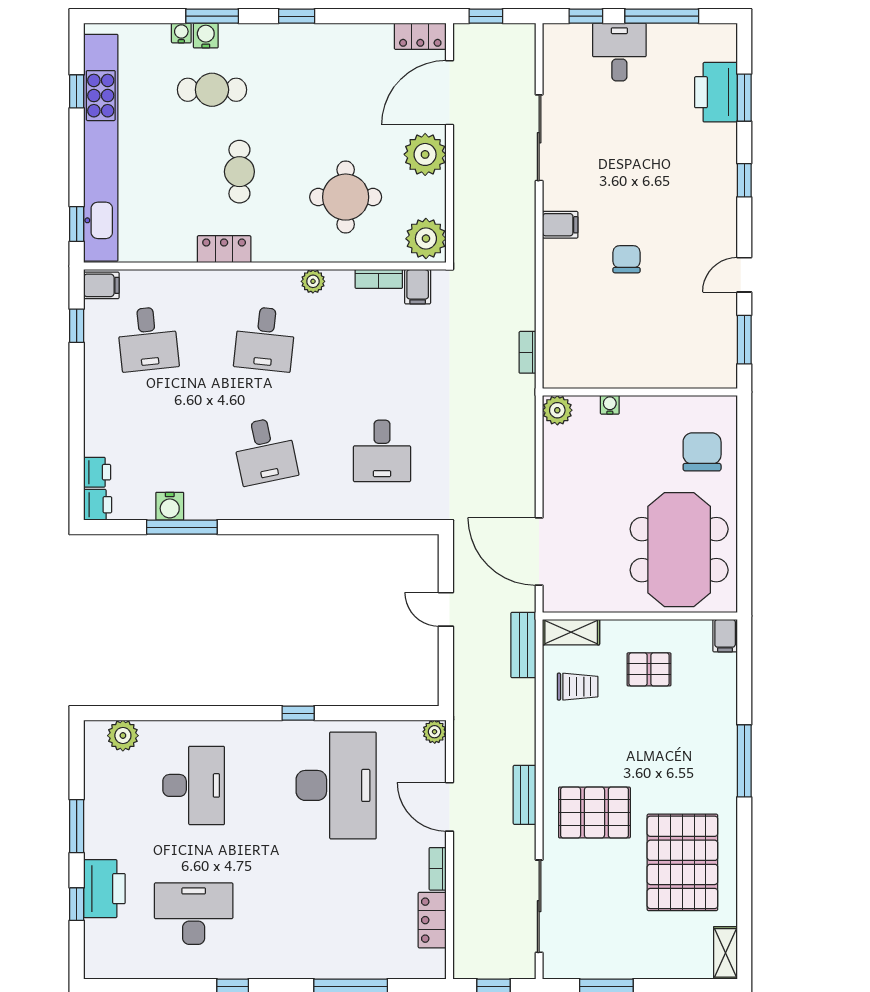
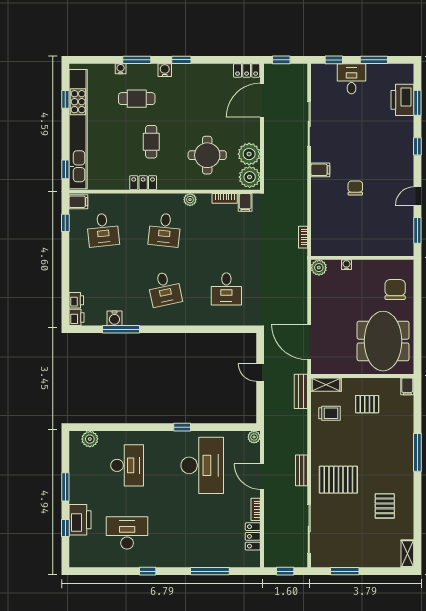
window: (662, 16) -> (374, 60), width x0.69
water cooler: (206, 36) -> (165, 70), moved
plant: (425, 154) -> (249, 154), moved
pallet: (682, 862) -> (385, 506), width x0.49, depth x0.50

